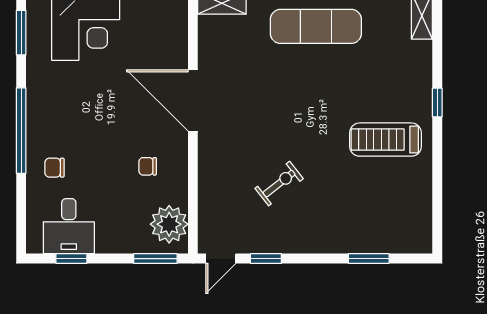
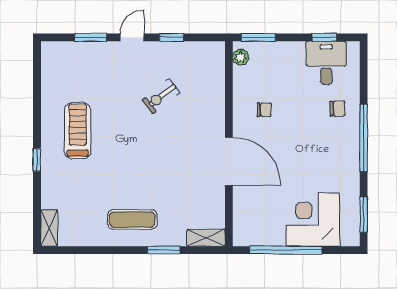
exercise mat: (316, 26) -> (132, 220), width x0.73, depth x0.69
treadmill: (386, 140) -> (78, 131), turned -90
plant: (169, 224) -> (241, 57), width x0.53, depth x0.53
door: (221, 259) -> (132, 37), moved

